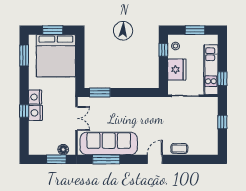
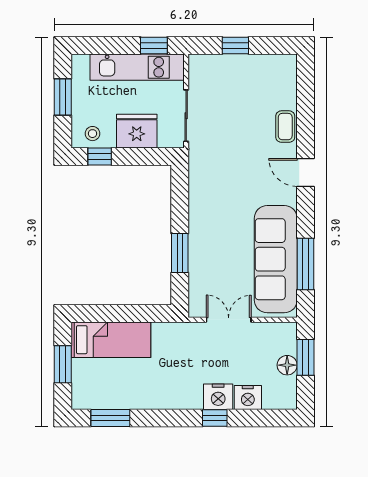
bed: (56, 56) -> (111, 340), width x0.49
window: (100, 92) -> (180, 253), moved
nightstand: (35, 97) -> (248, 398), moved
floor lamp: (63, 150) -> (287, 365), moved

